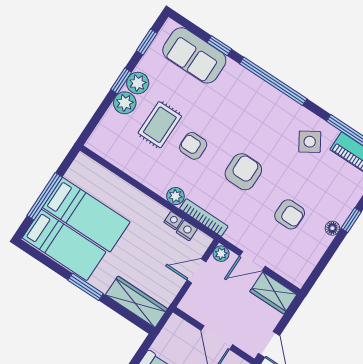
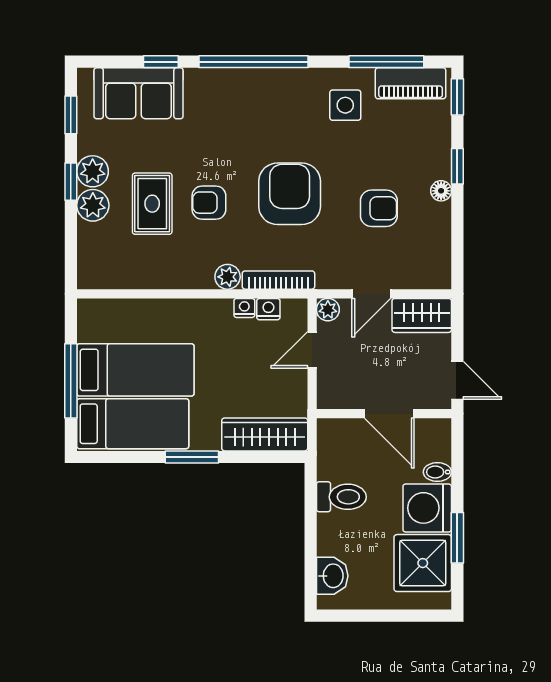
side table: (310, 142) -> (345, 105), turned 32
armchair: (243, 172) -> (290, 194), width x1.36, depth x1.36

